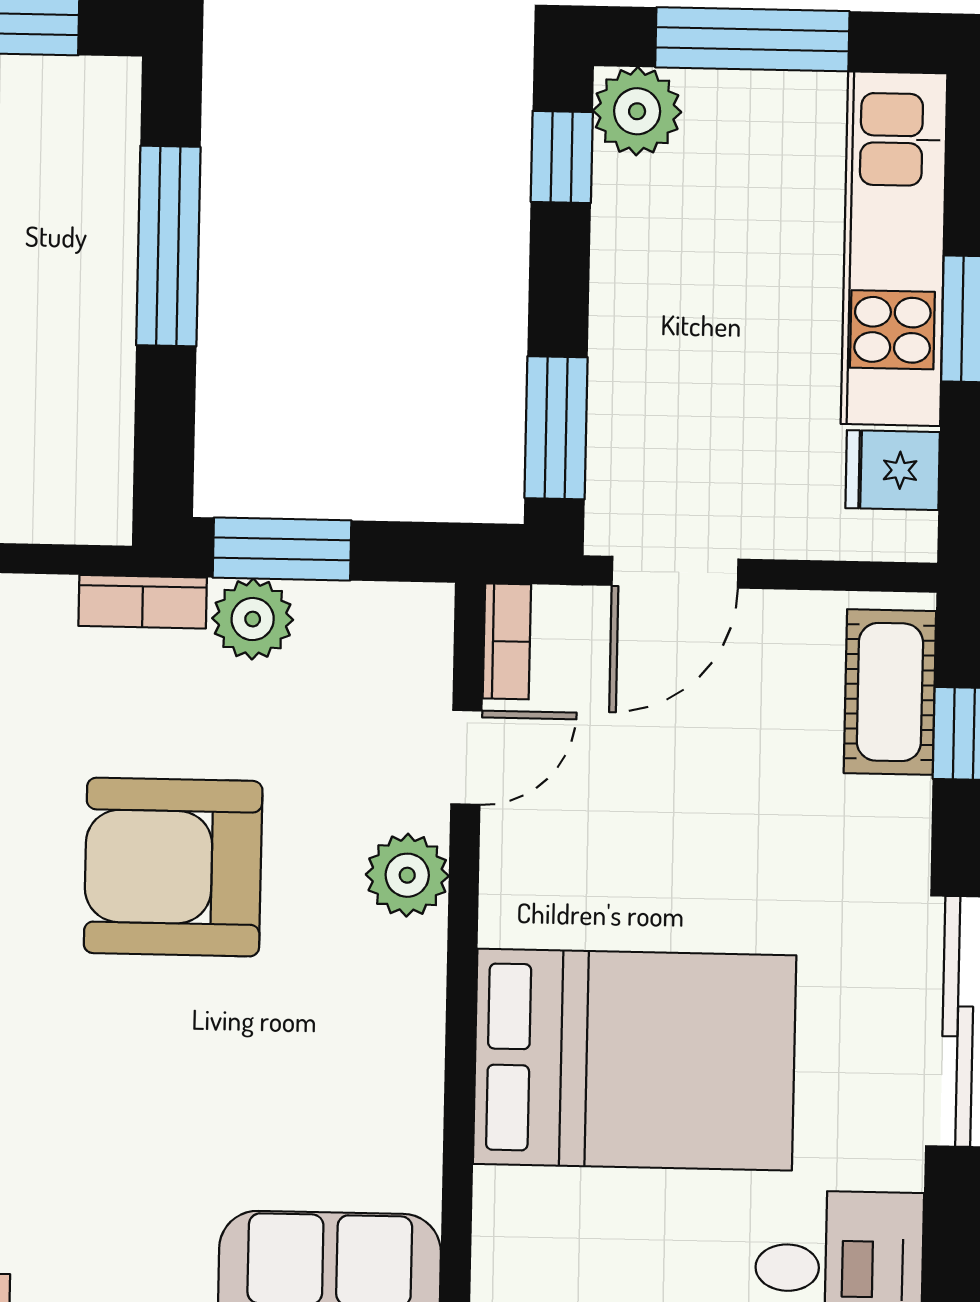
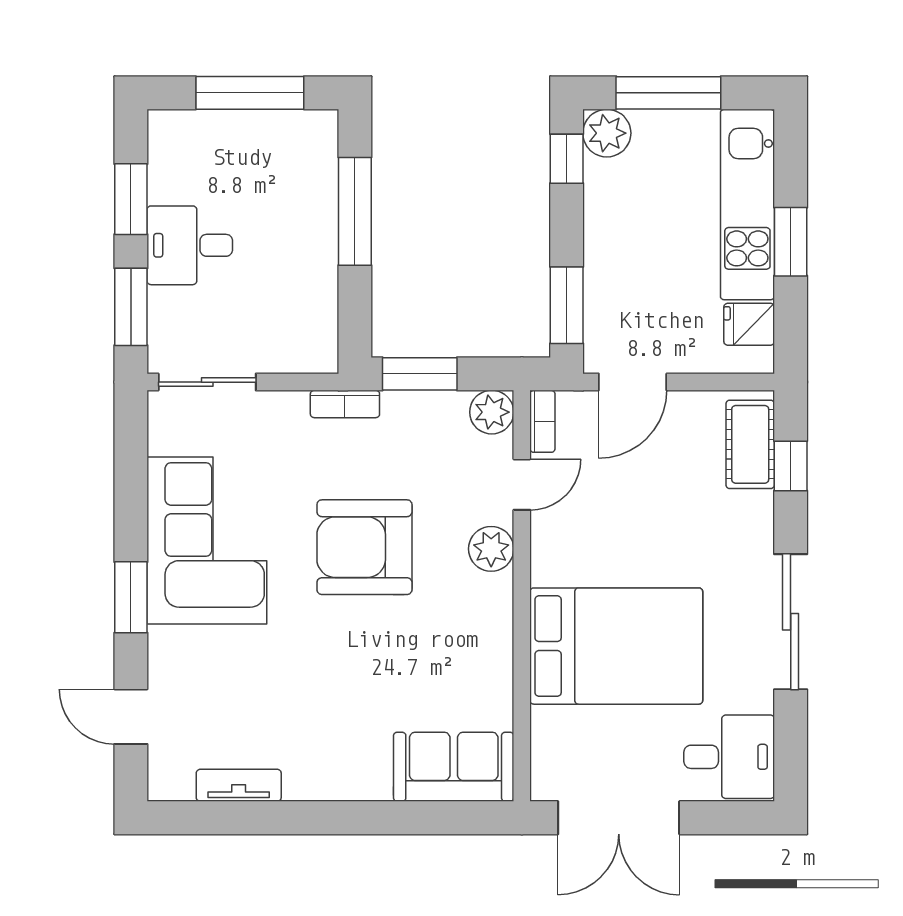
plant: (253, 619) -> (492, 412), moved

